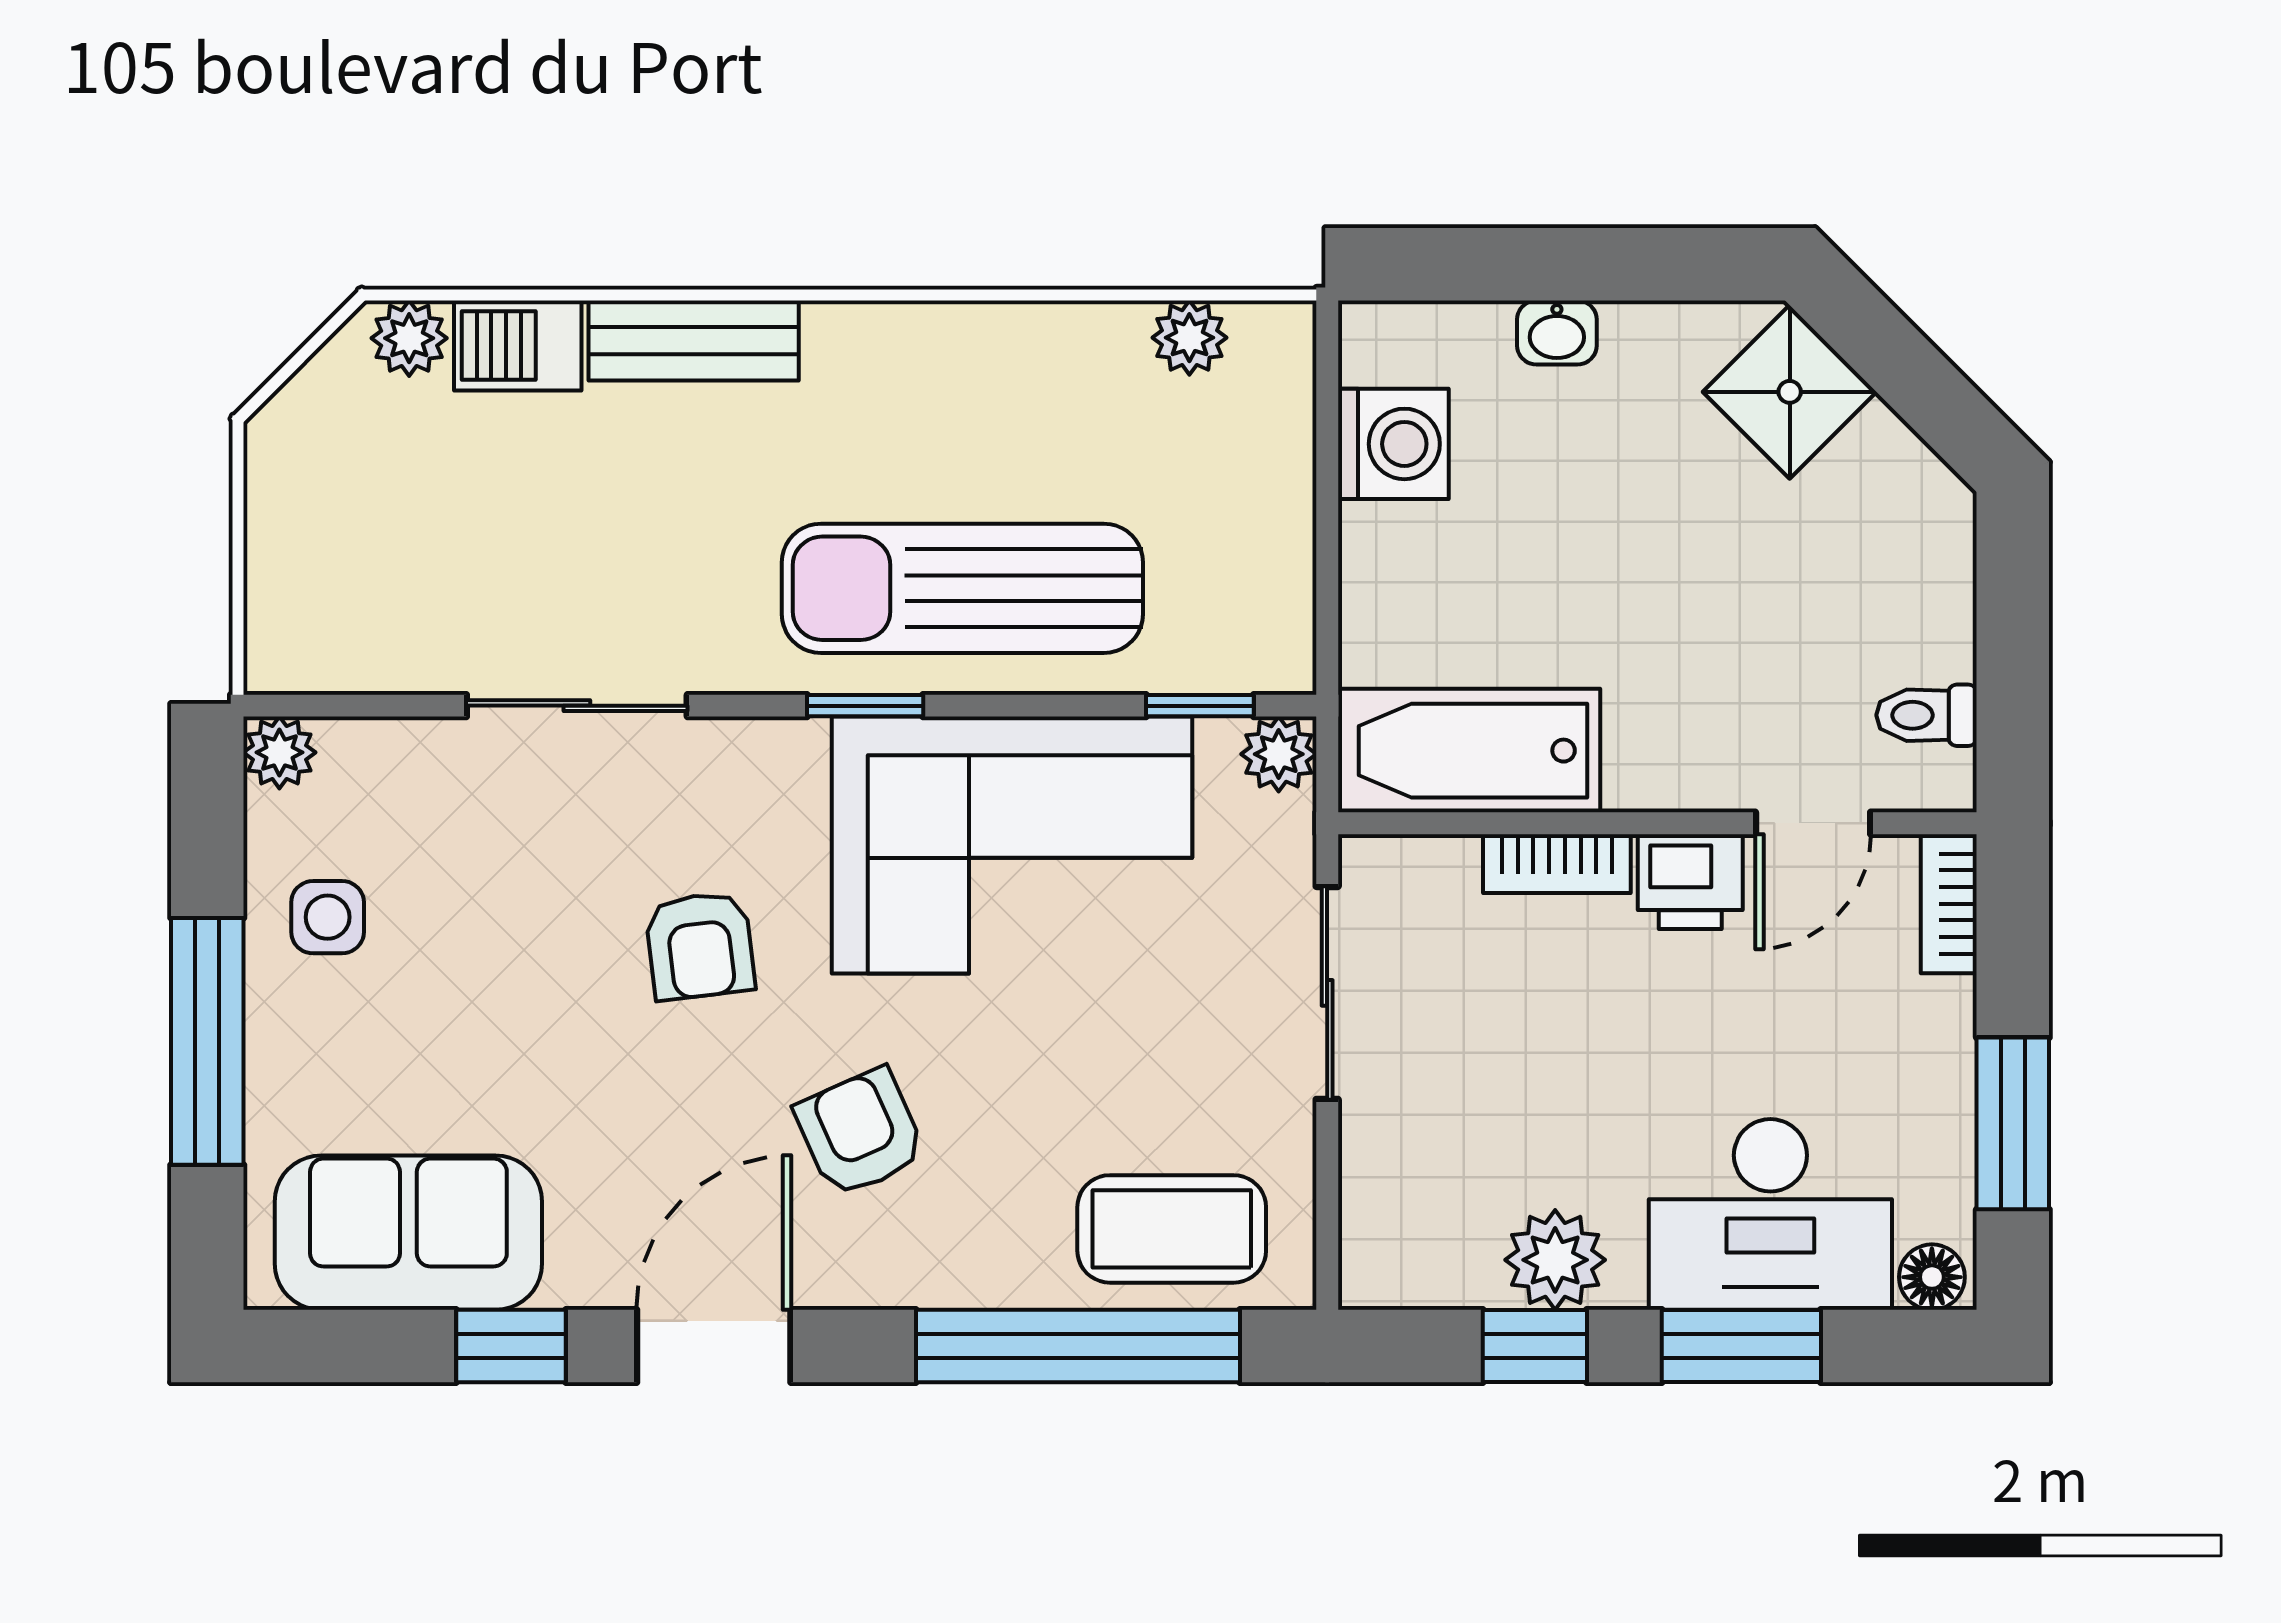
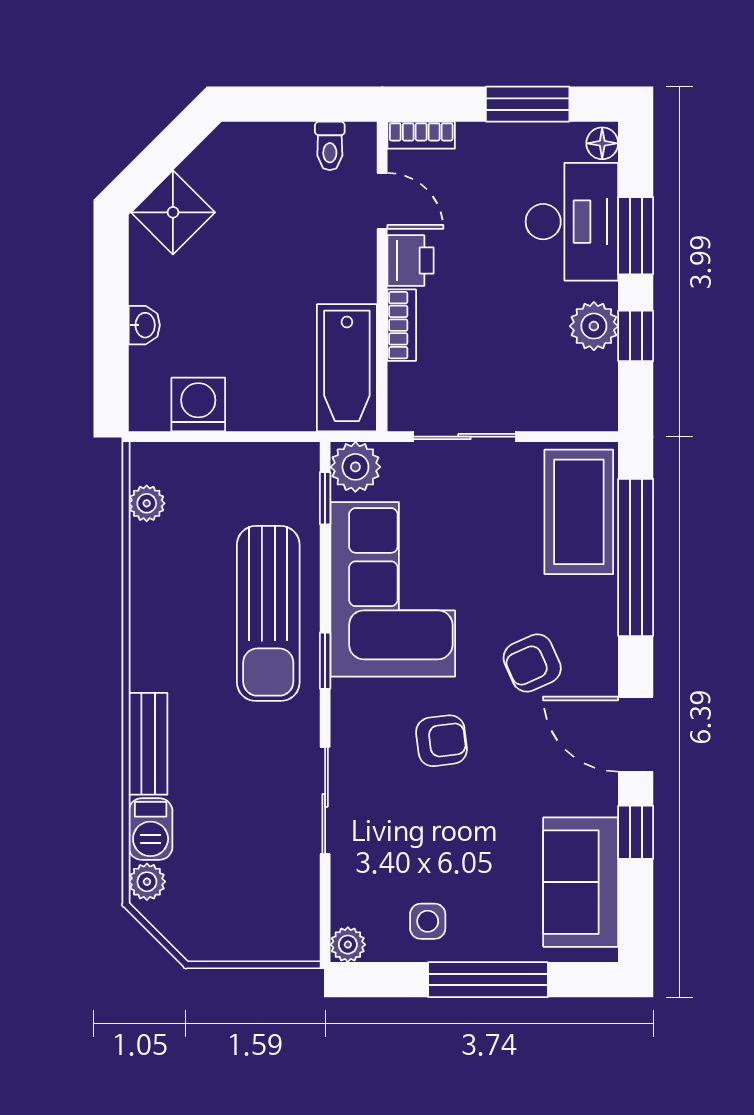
plant: (1279, 754) -> (355, 467), width x1.38, depth x1.38
coffee table: (1172, 1229) -> (579, 512), width x1.36, depth x1.32

